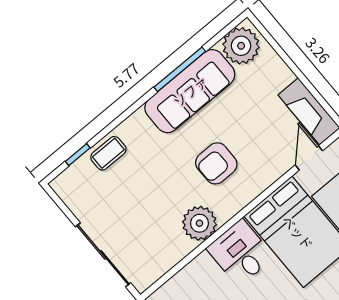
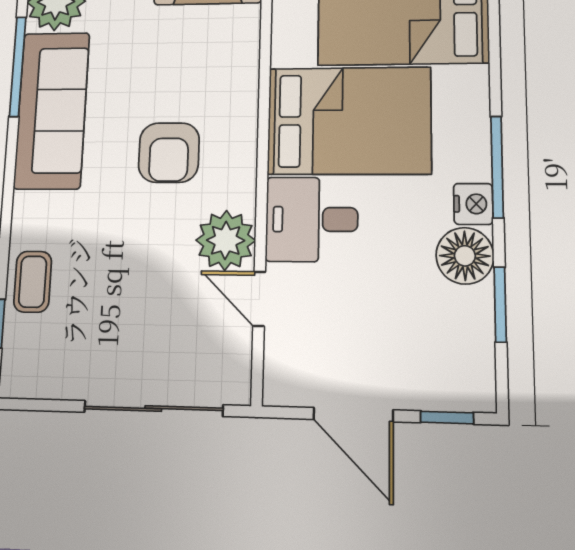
window: (180, 69) -> (18, 67), moved
door: (309, 158) -> (259, 299), moved

